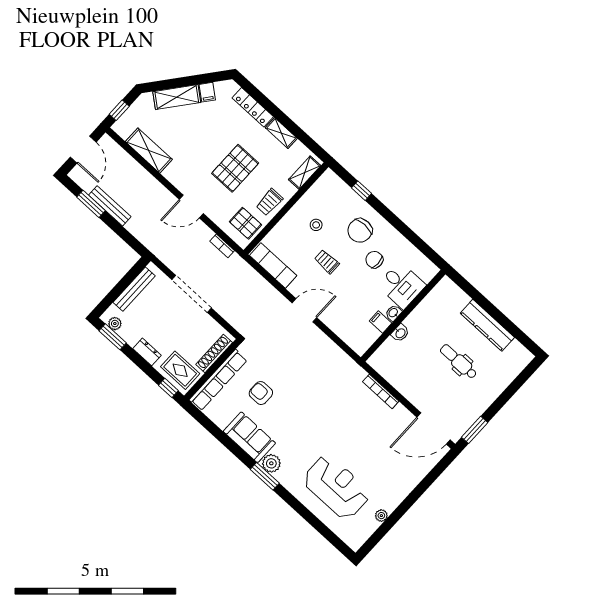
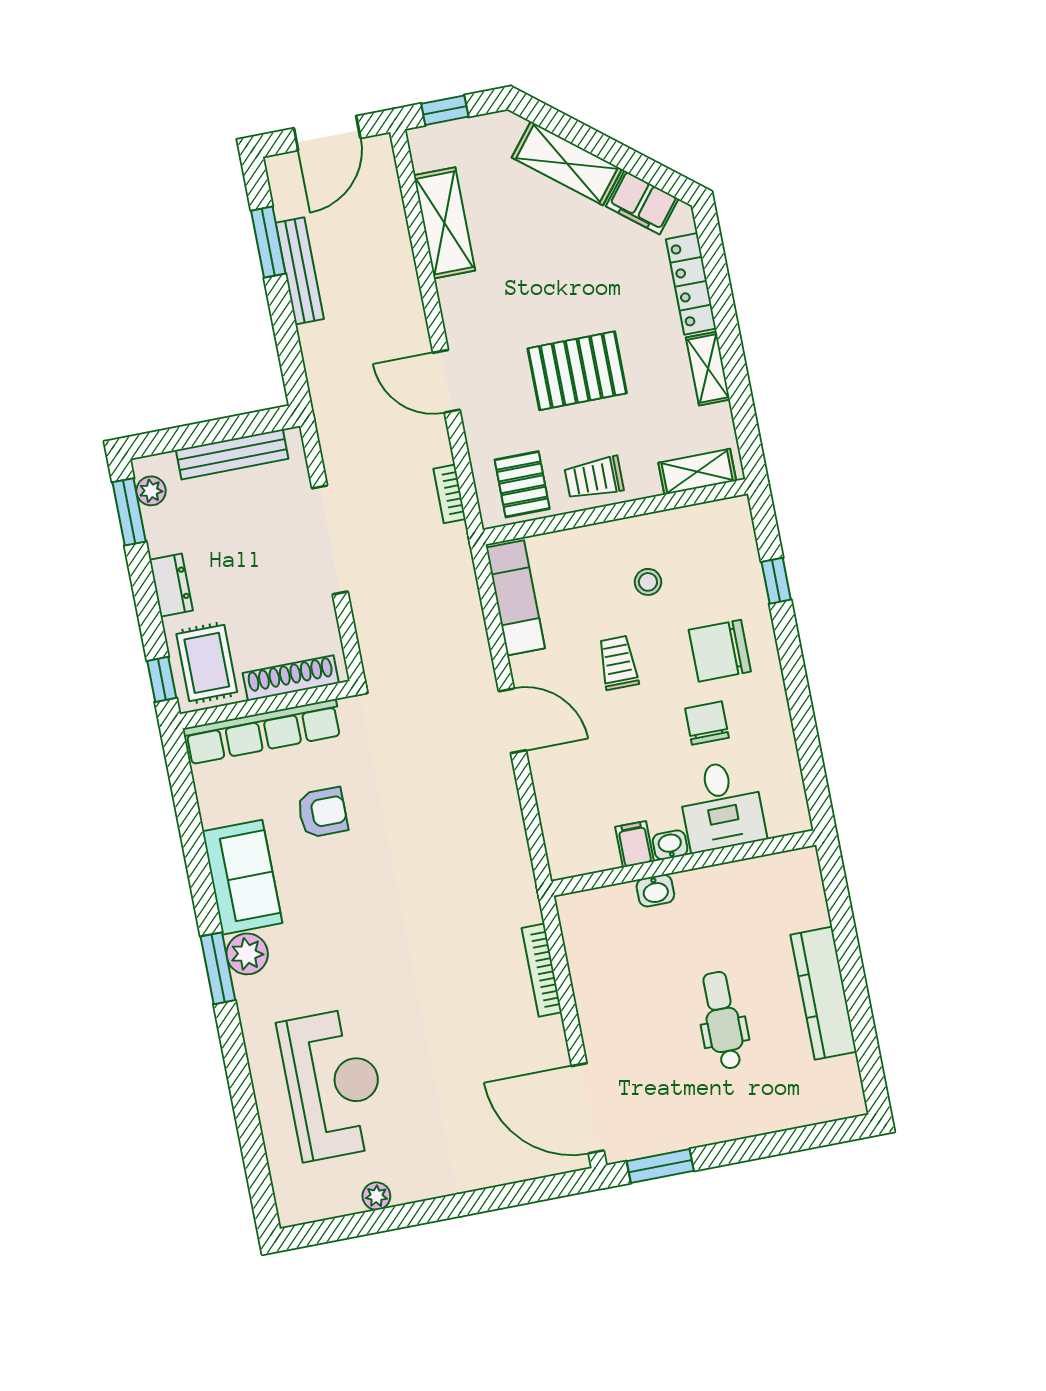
filing cabinet: (207, 92) -> (642, 203), width x2.00
armchair: (261, 393) -> (322, 812), turned 90

